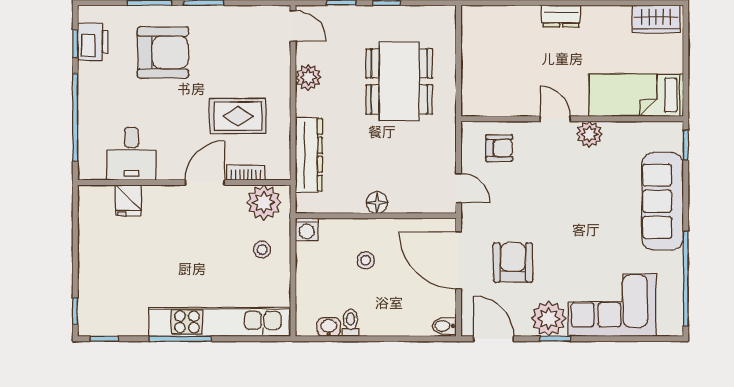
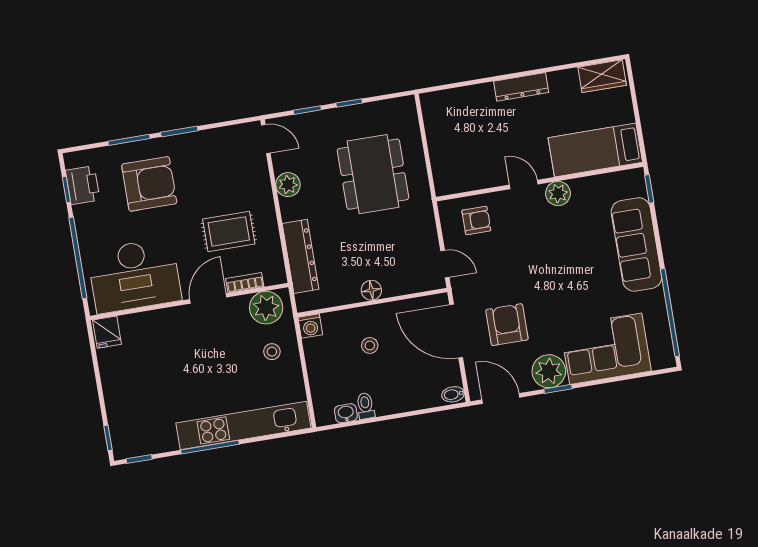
dresser: (561, 16) -> (521, 87), width x1.44
desk: (131, 154) -> (134, 276), width x1.87, depth x1.30
fridge: (128, 200) -> (107, 332), moved

